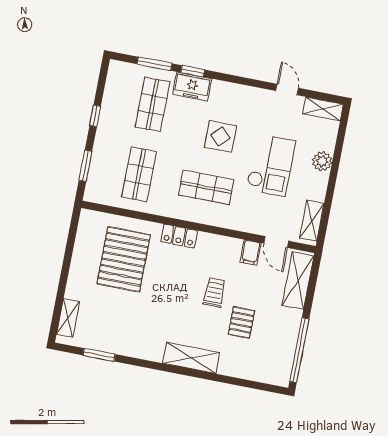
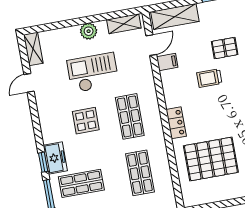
plant: (322, 161) -> (89, 31), moved
shop shelf: (139, 174) -> (140, 173), turned 90

